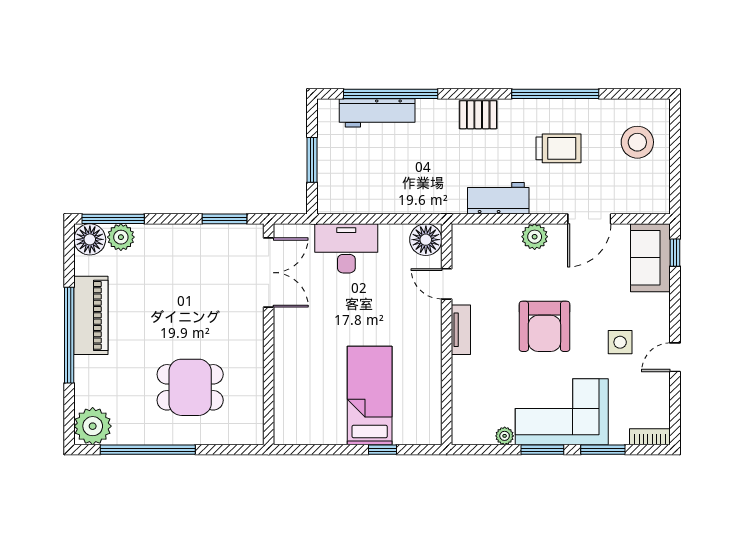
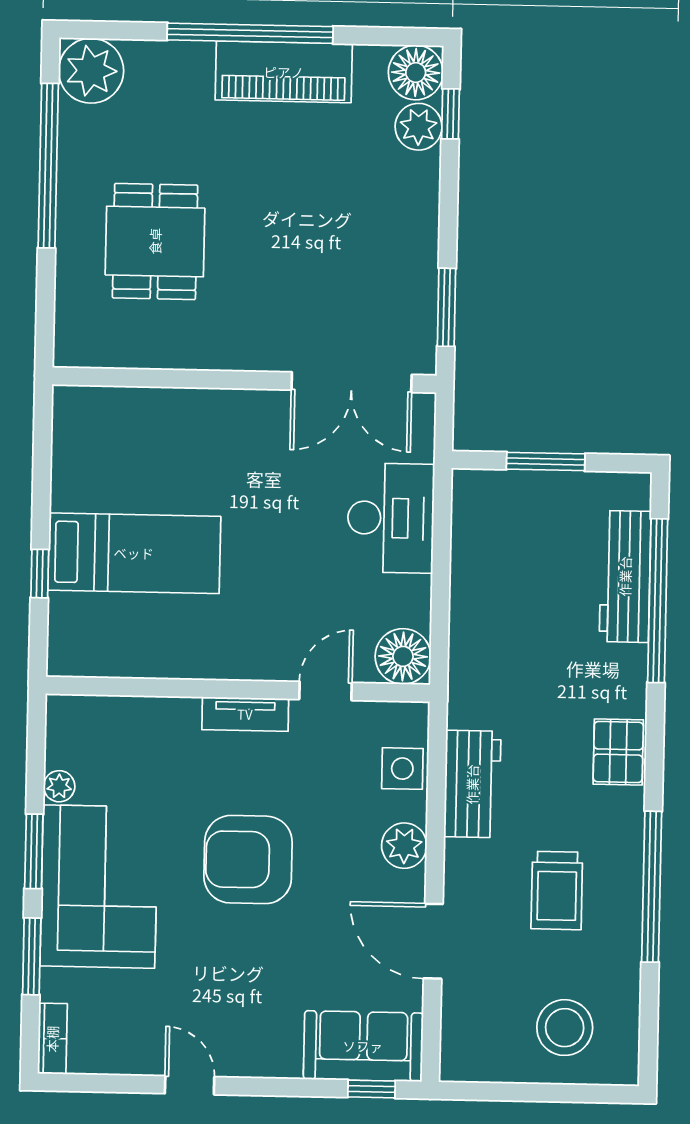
window: (113, 219) -> (451, 114), width x0.46
side table: (620, 342) -> (402, 769), moved

